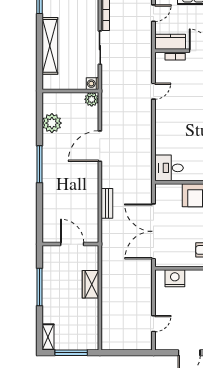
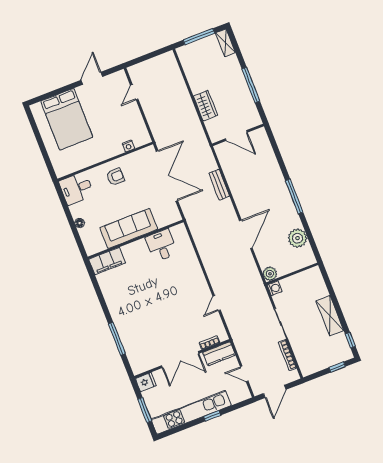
door: (154, 13) -> (244, 374), hinge flipped
shelving: (50, 46) -> (330, 316), width x0.68
desk: (169, 168) -> (161, 245), moved, turned -90
nightstand: (175, 278) -> (128, 146), width x0.53, depth x0.56

